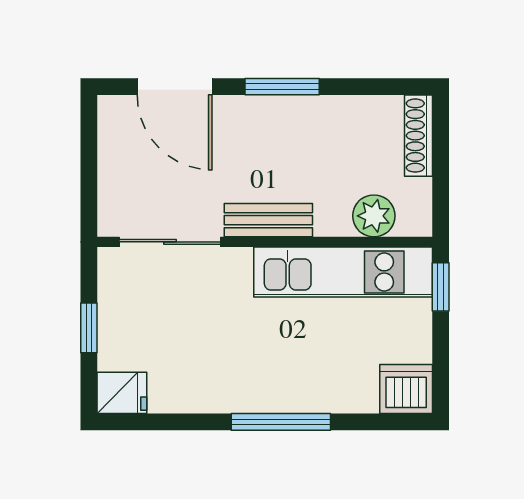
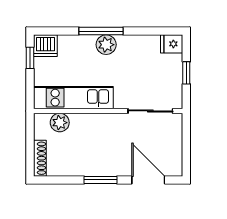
bench: (268, 220) -> (107, 121), removed
window: (441, 287) -> (30, 58), moved
plant: (269, 391) -> (106, 45), added

